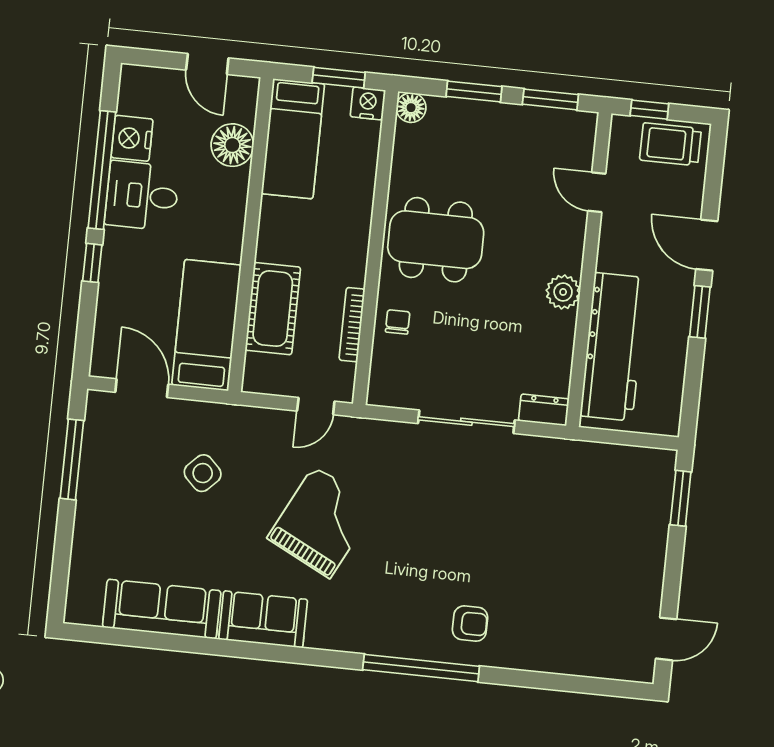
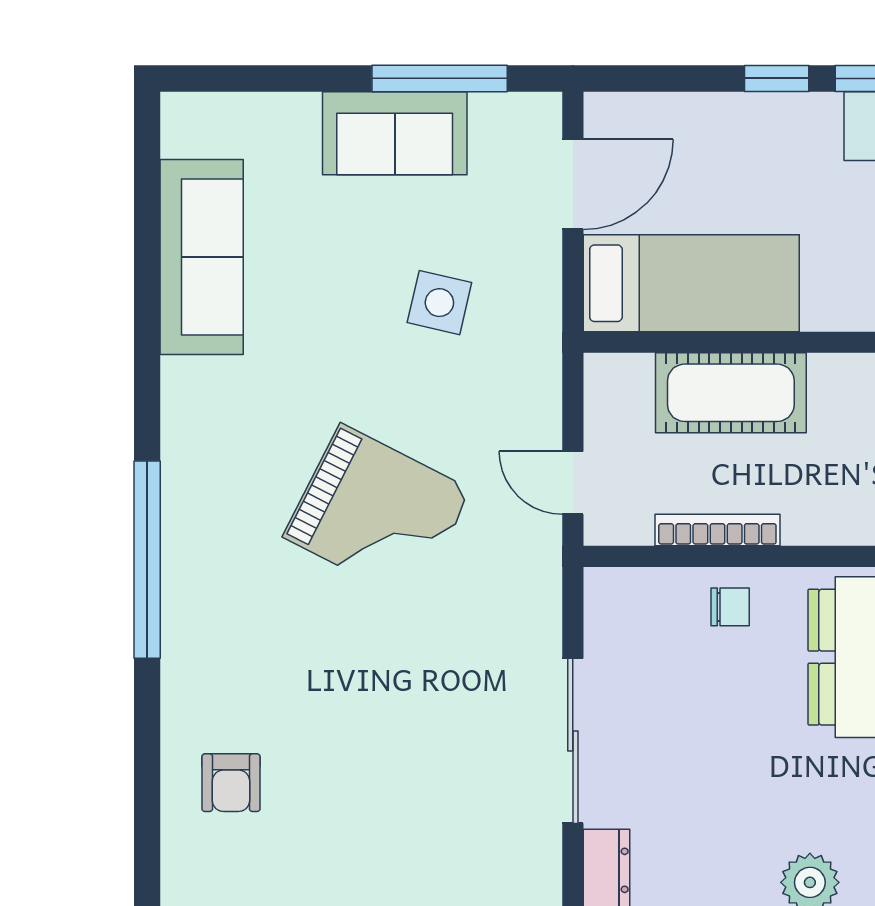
side table: (203, 473) -> (439, 303), turned -32
sofa: (263, 619) -> (395, 133), moved, turned 90
window: (421, 668) -> (147, 560), moved

